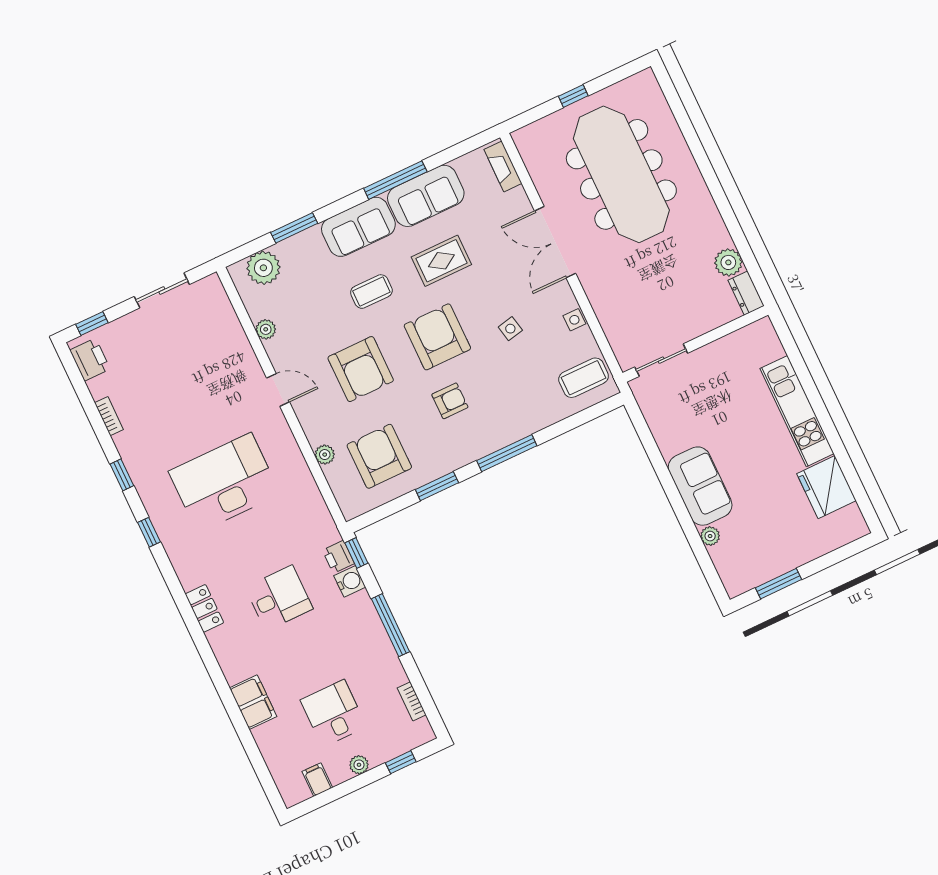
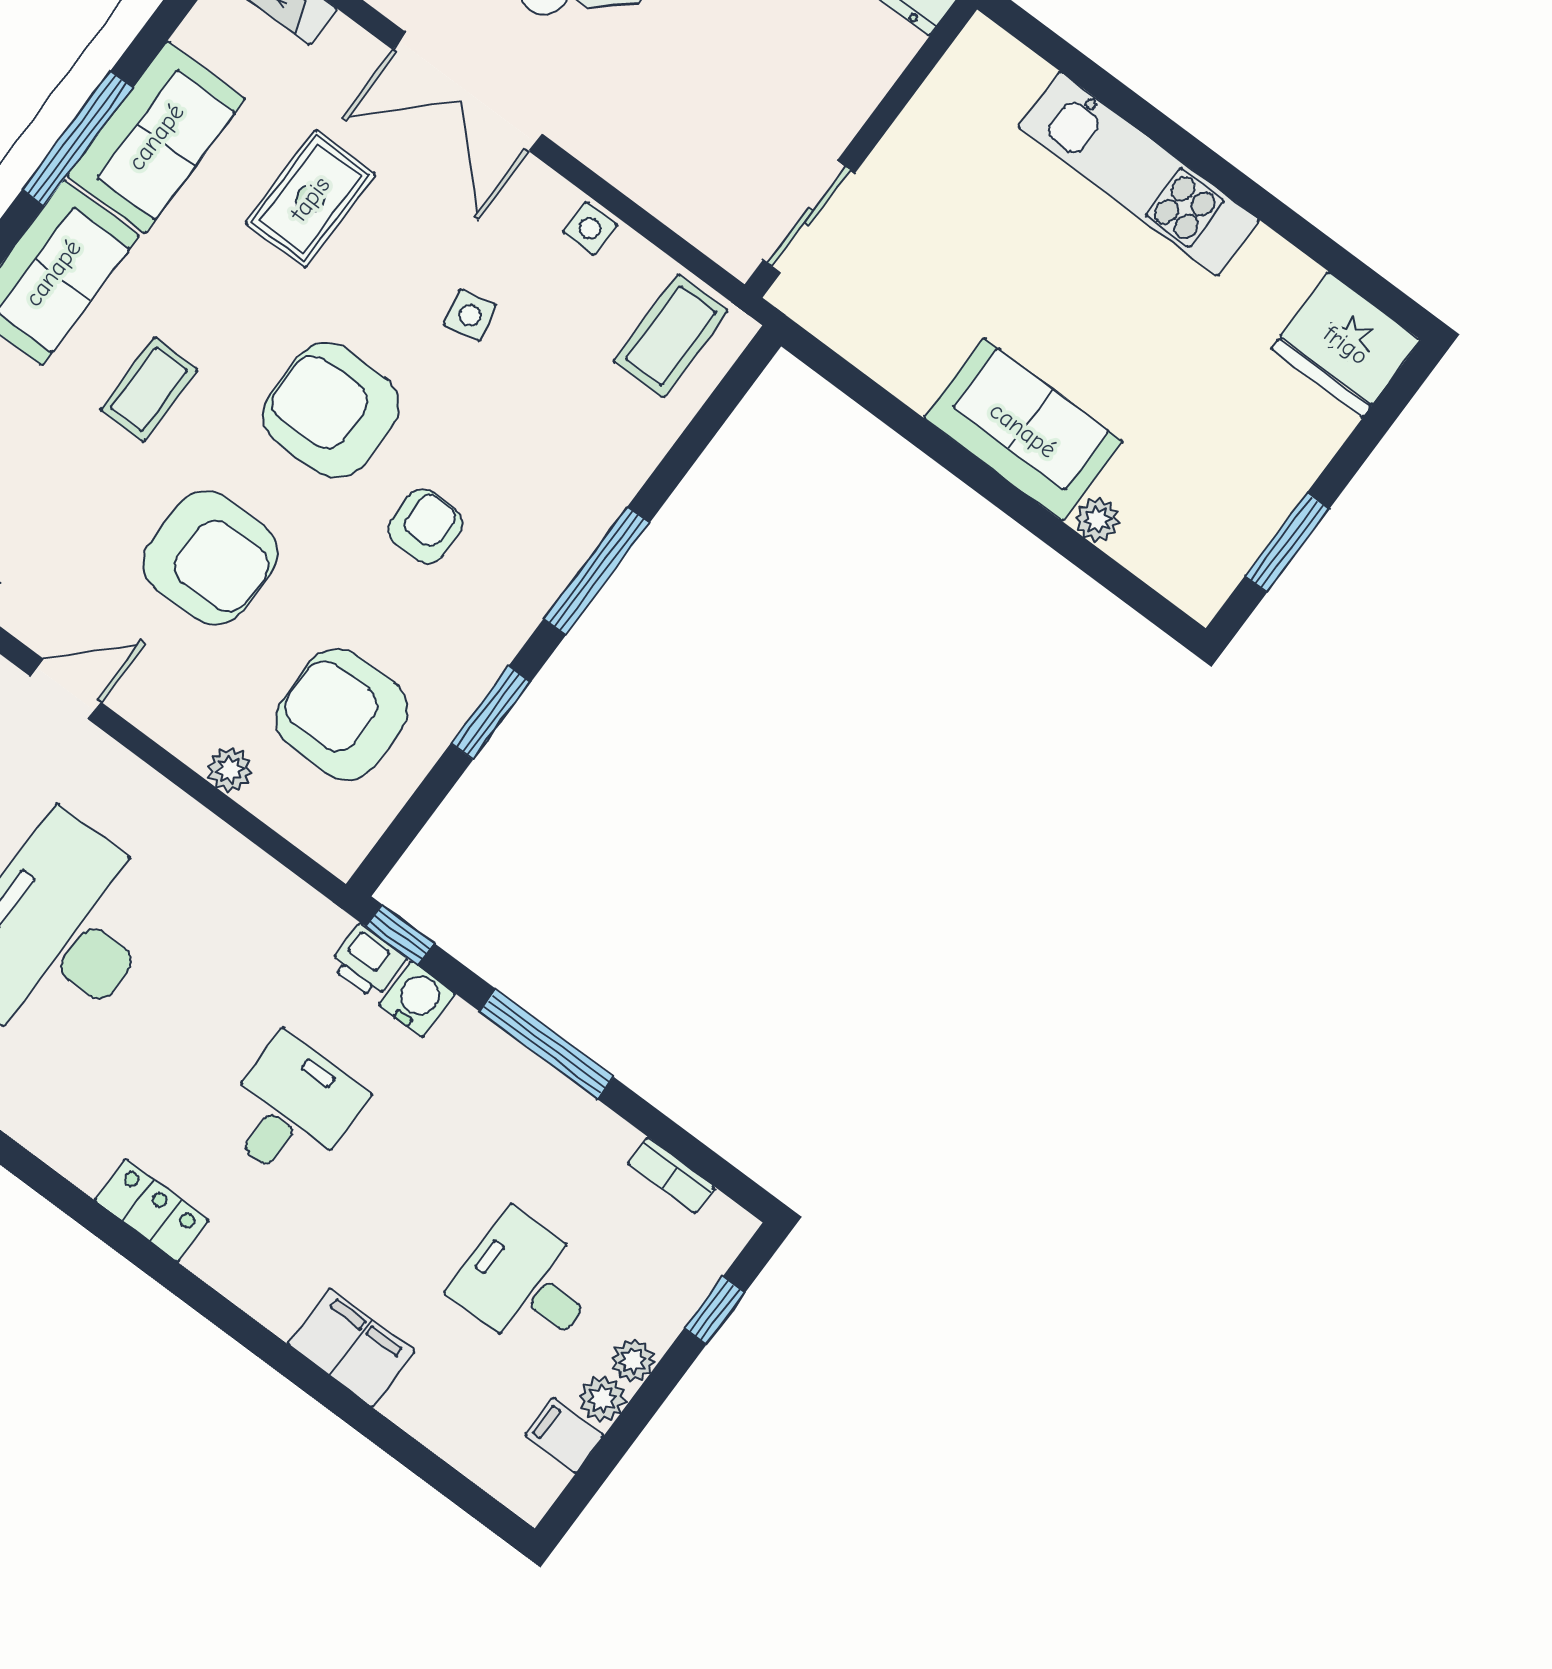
rug: (441, 261) -> (310, 199), moved
fridge: (826, 487) -> (1346, 345), moved
plant: (339, 773) -> (602, 1399), added

